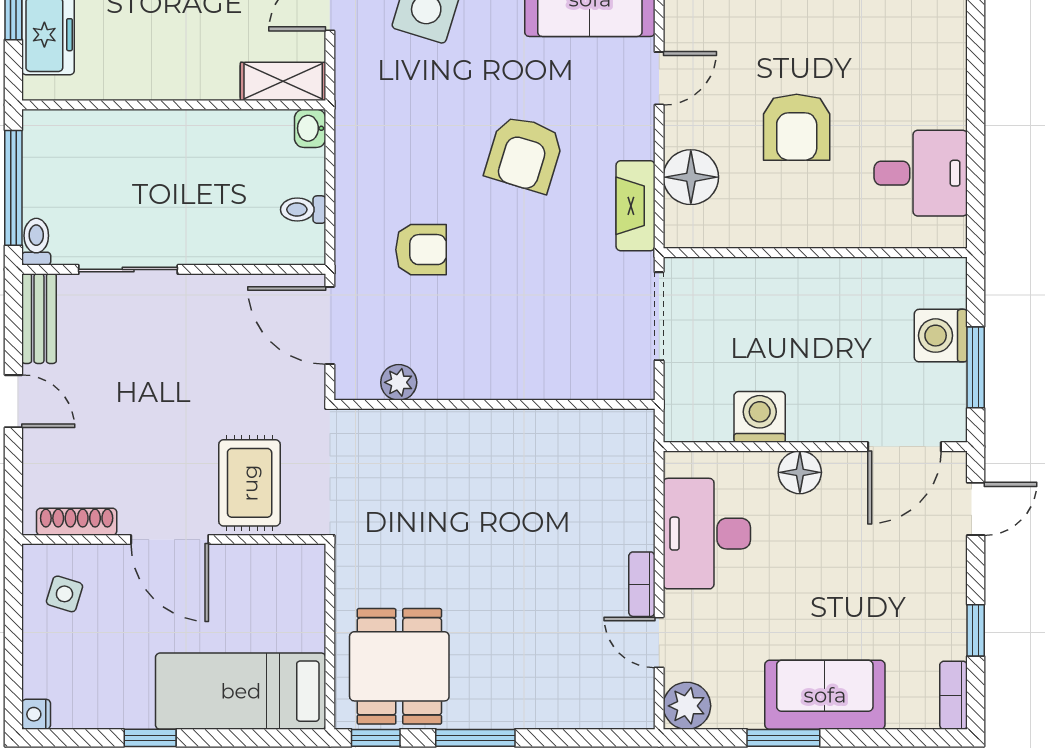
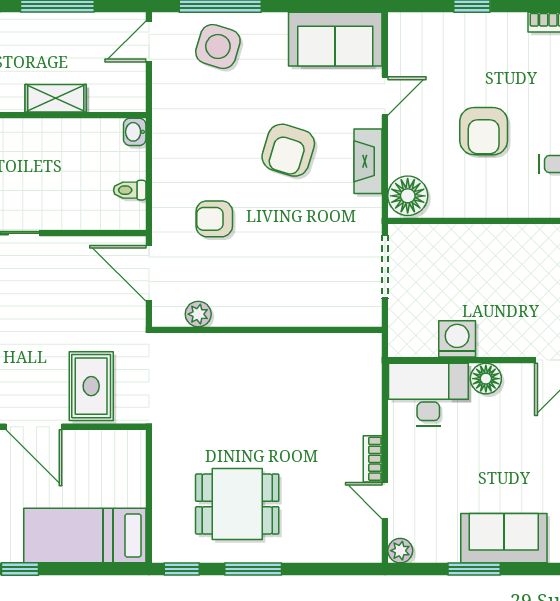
shelving: (283, 81) -> (56, 98), moved
floor lamp: (691, 177) -> (408, 196), moved
fireplace: (636, 206) -> (368, 161), moved
armchair: (421, 250) -> (214, 219), turned 180
desk: (707, 534) -> (428, 394), moved, turned 90
dining table: (399, 666) -> (237, 504), moved, turned 90
plant: (687, 706) -> (400, 551), width x0.73, depth x0.73

